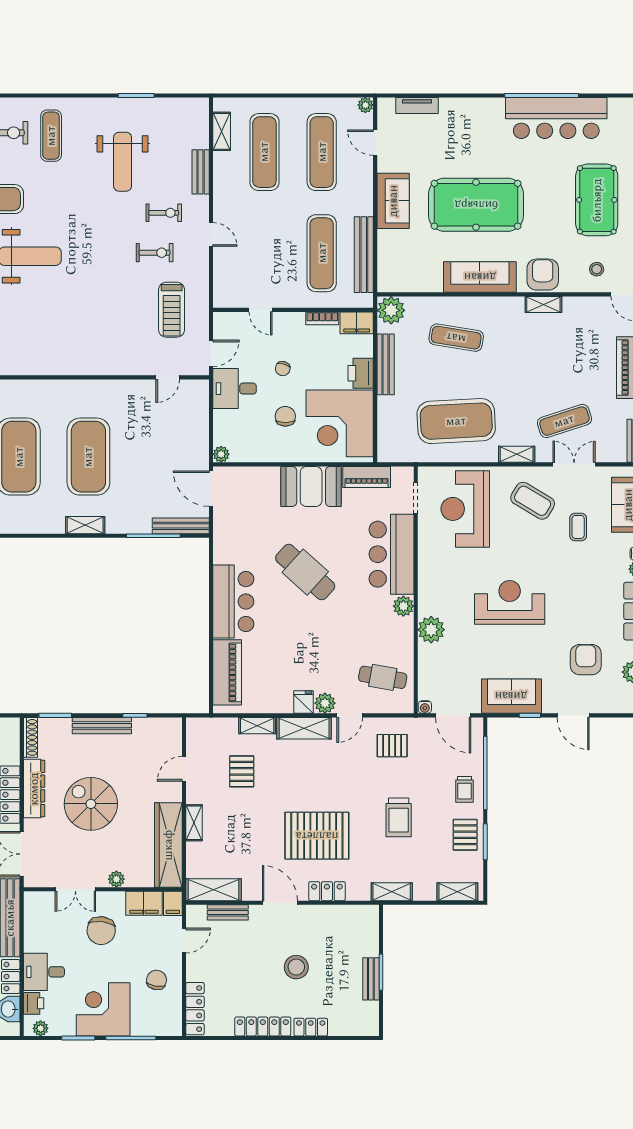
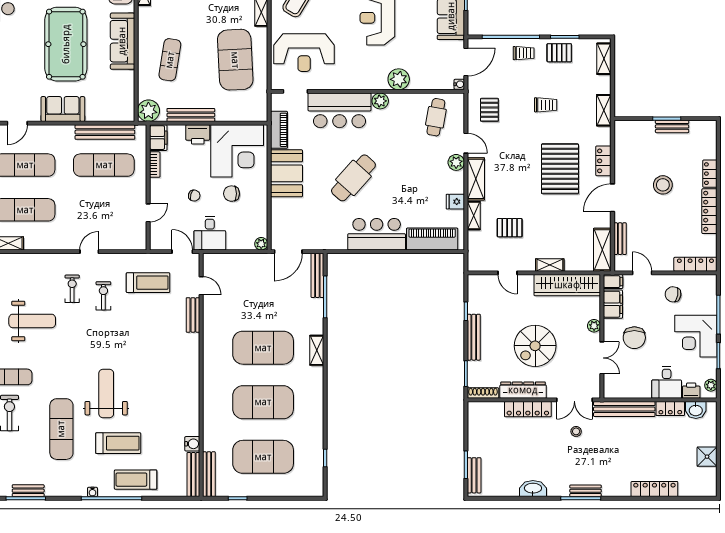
bench: (201, 172) -> (193, 315), moved, turned 90
fridge: (303, 702) -> (455, 202), moved
trolley: (399, 817) -> (546, 105), width x0.73, depth x0.72
chair: (101, 931) -> (634, 338), turned 83

